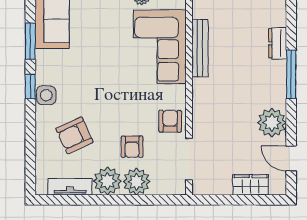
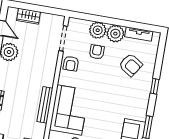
window: (30, 86) -> (155, 86), moved
side table: (46, 95) -> (144, 92), removed
armchair: (74, 135) -> (131, 65), turned 58

